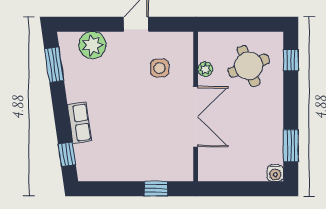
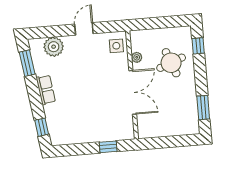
round table: (249, 66) -> (171, 63), moved
side table: (160, 68) -> (116, 46), moved
row of seats: (79, 123) -> (46, 90), moved
water cooler: (275, 173) -> (194, 129), removed

